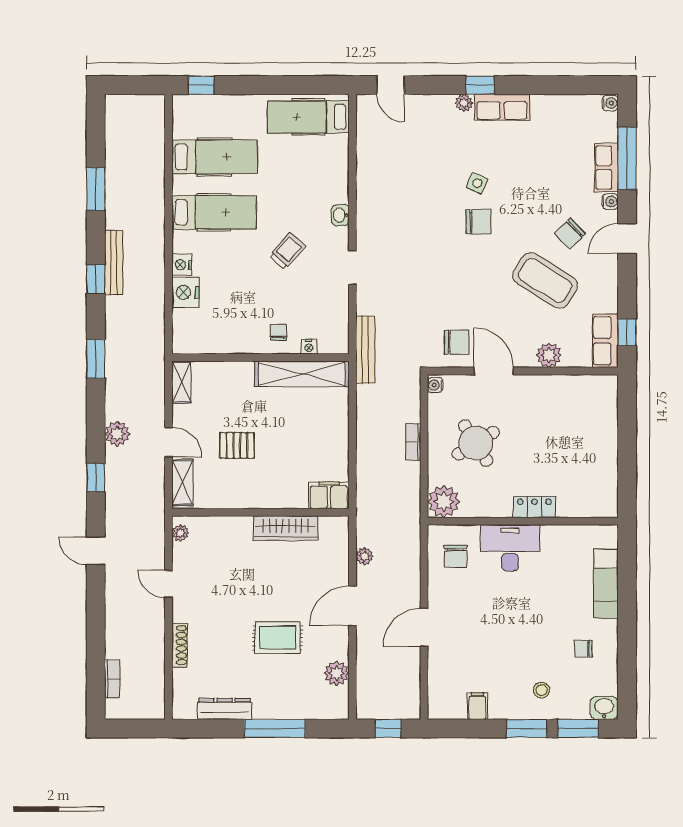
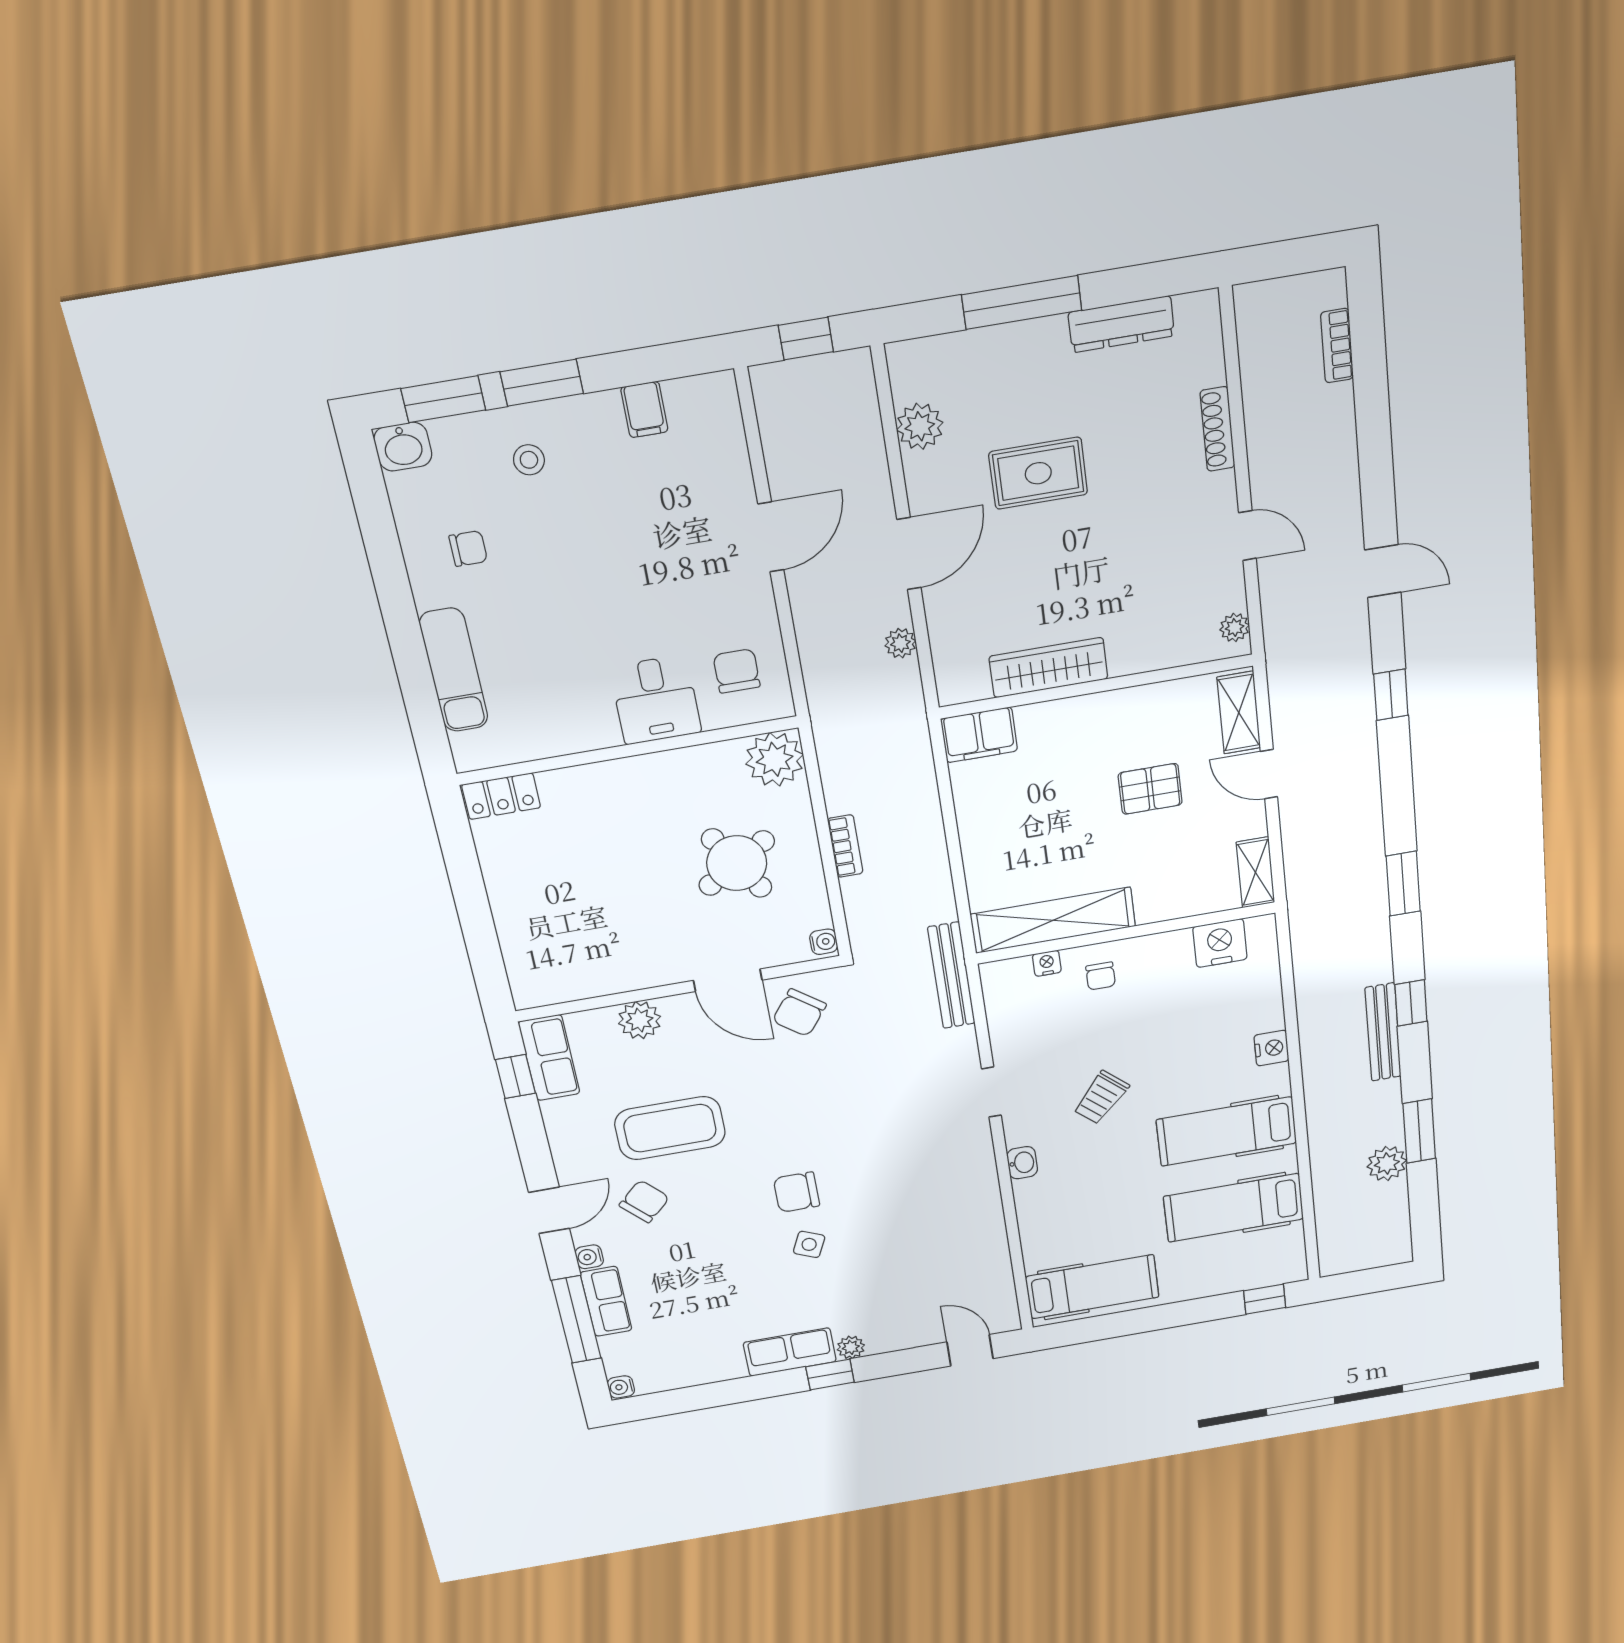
coffee table: (545, 280) -> (670, 1128), turned -32
nightstand: (185, 292) -> (1220, 943), moved, turned -90
chair: (457, 342) -> (799, 1013), turned -53
plant: (117, 434) -> (1387, 1164), moved
locker: (534, 507) -> (501, 796), moved
desk: (510, 548) -> (656, 700), width x0.73

